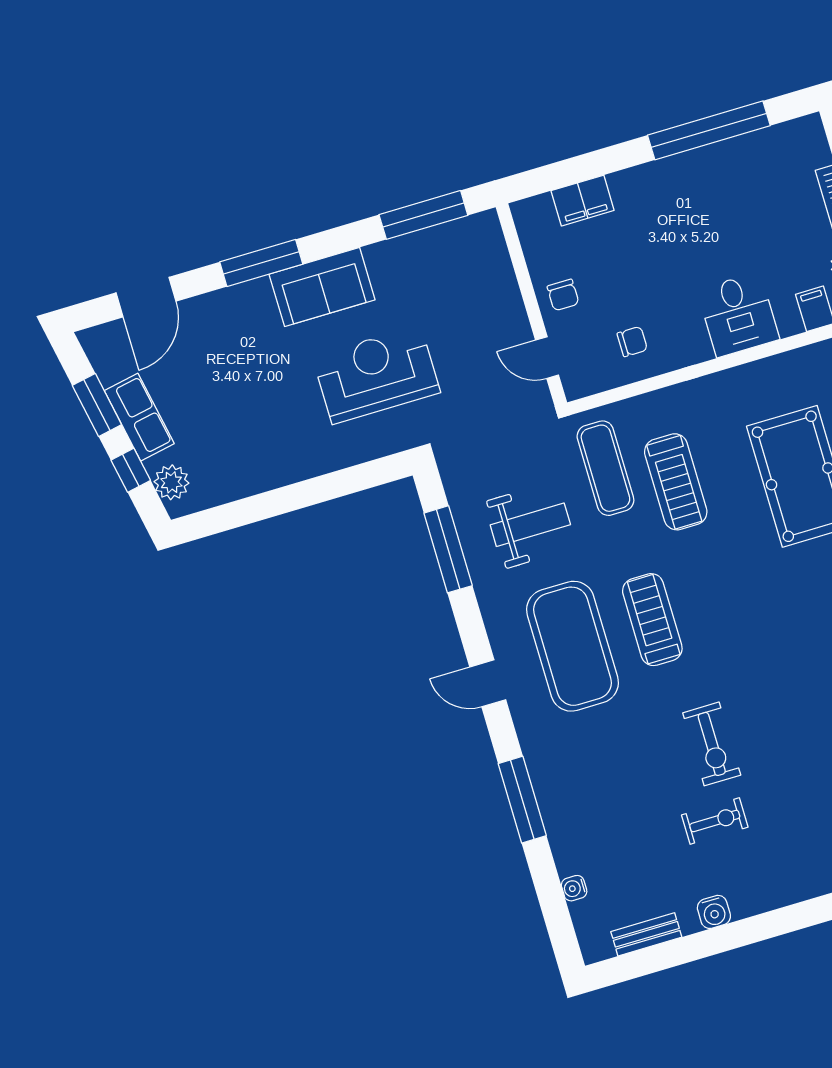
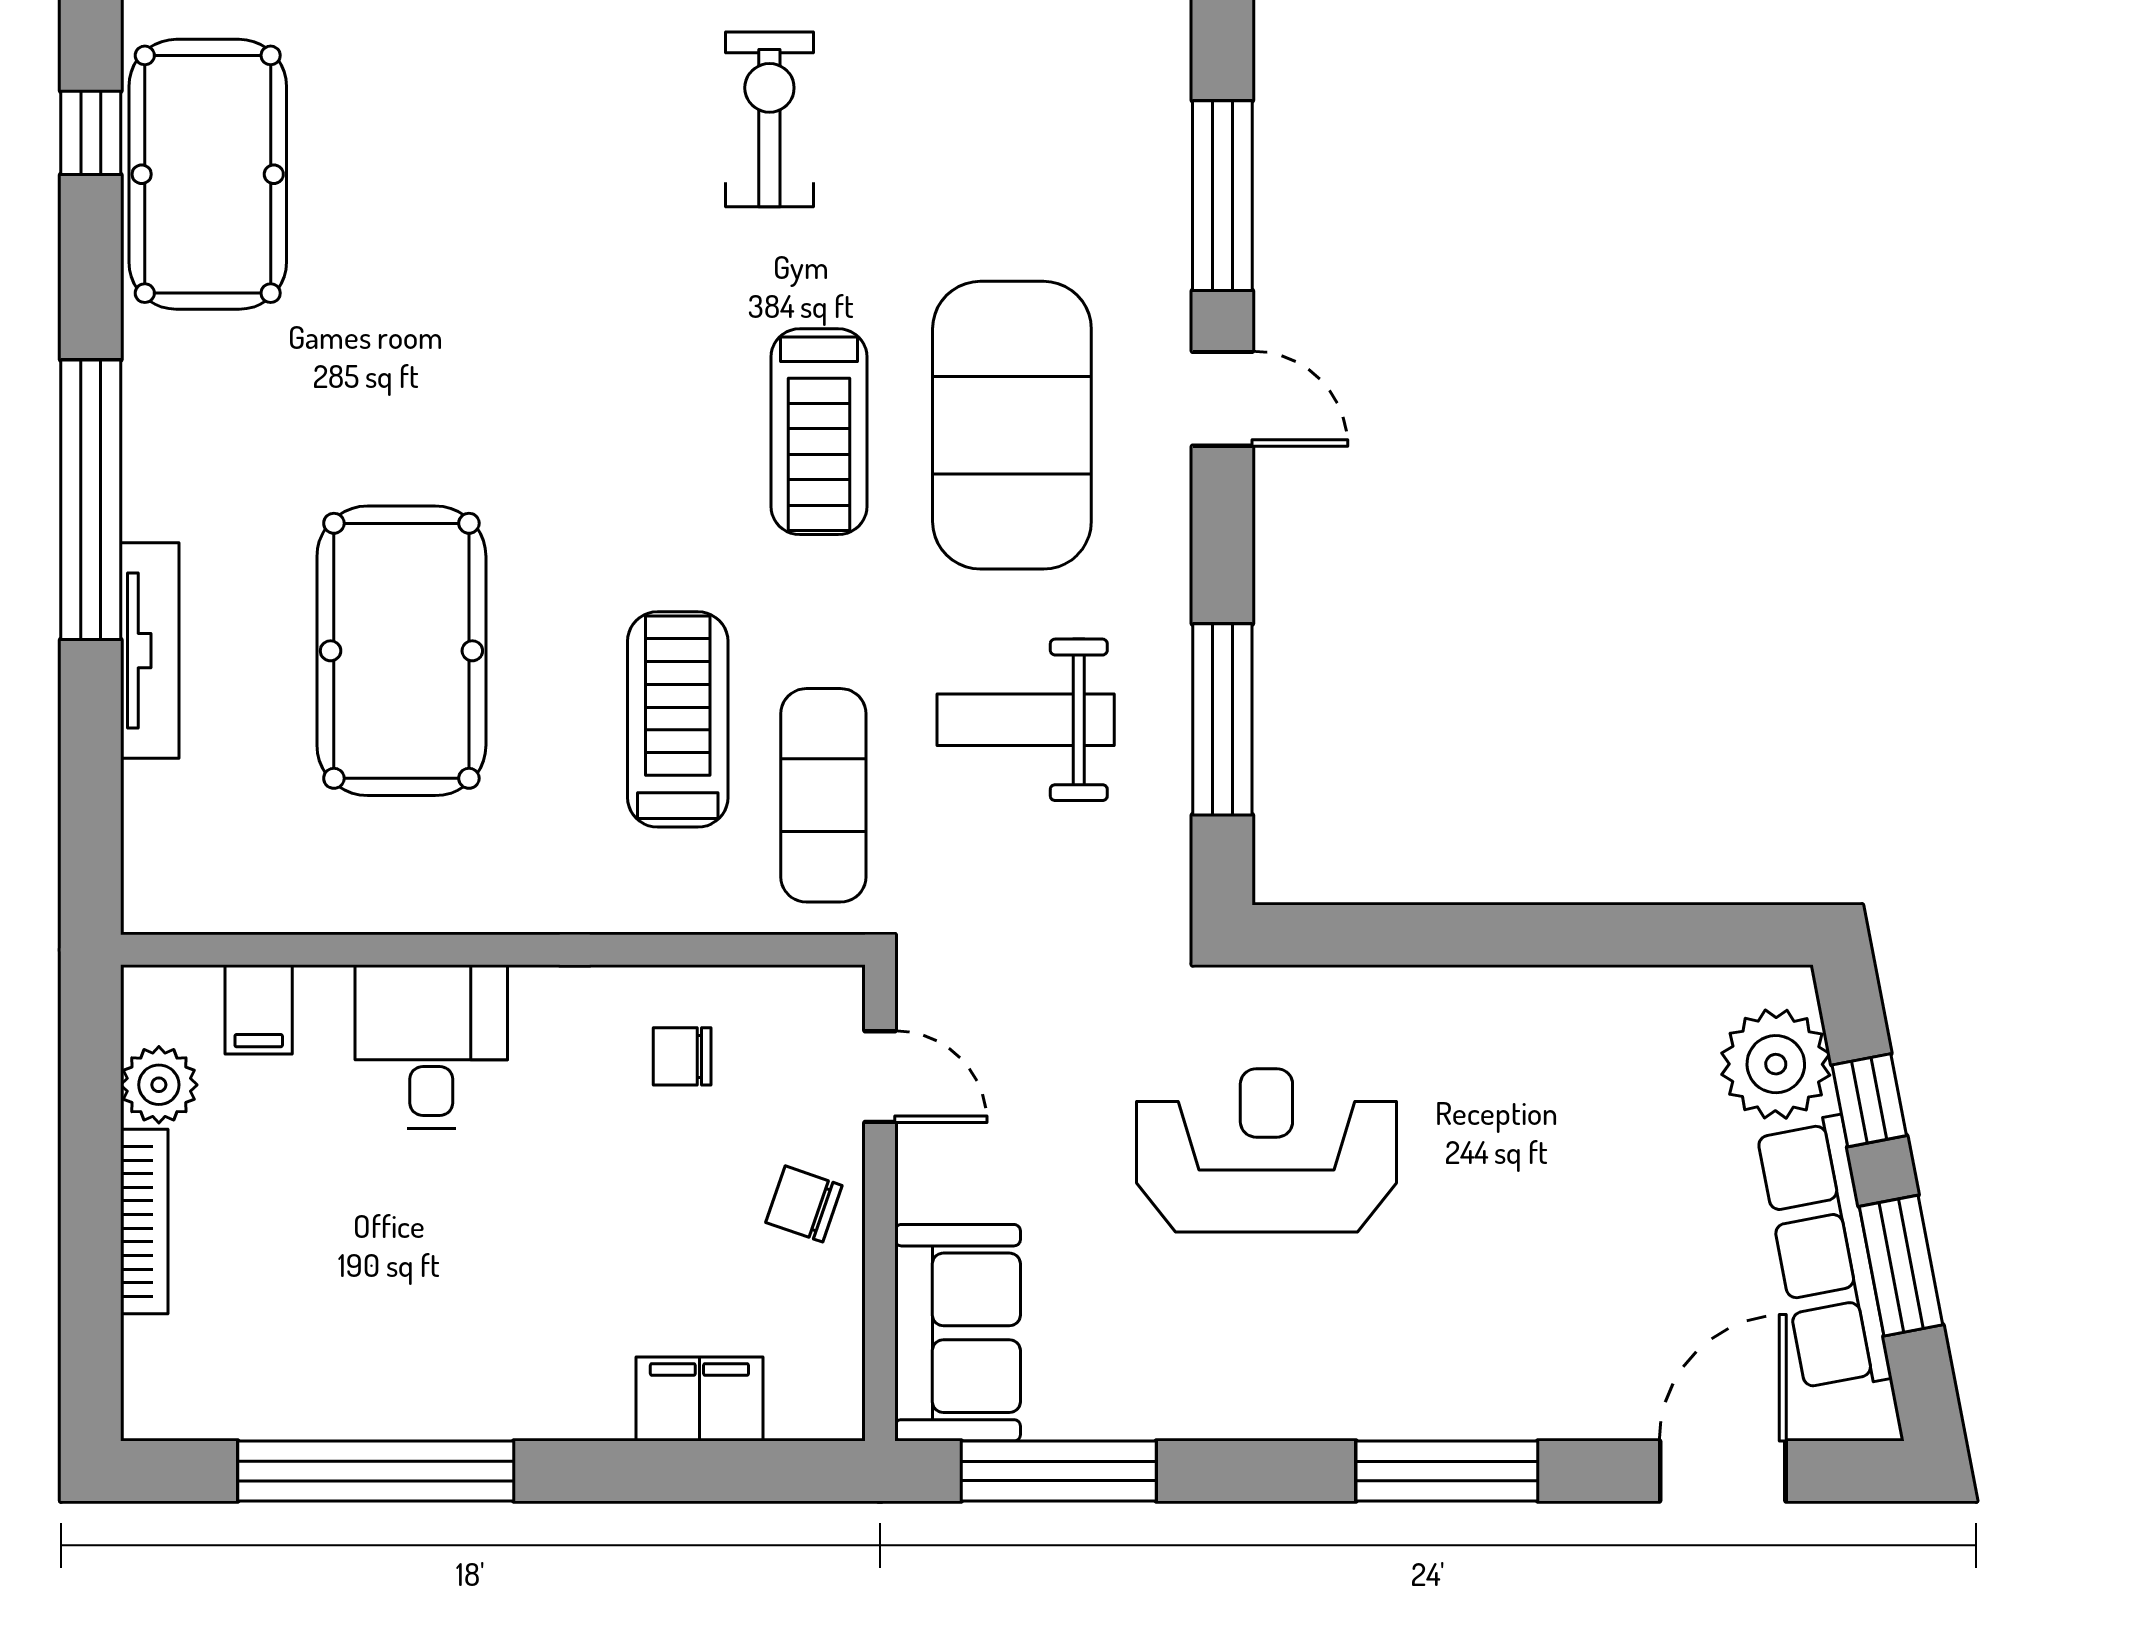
sofa: (322, 287) -> (958, 1333), moved, turned 90
chair: (563, 295) -> (804, 1204), turned -71
reception desk: (376, 375) -> (1266, 1150), turned 180
row of seats: (139, 417) -> (1824, 1254), width x1.48
plant: (171, 482) -> (1776, 1064), width x1.36, depth x1.36
window: (522, 800) -> (1222, 196), moved

